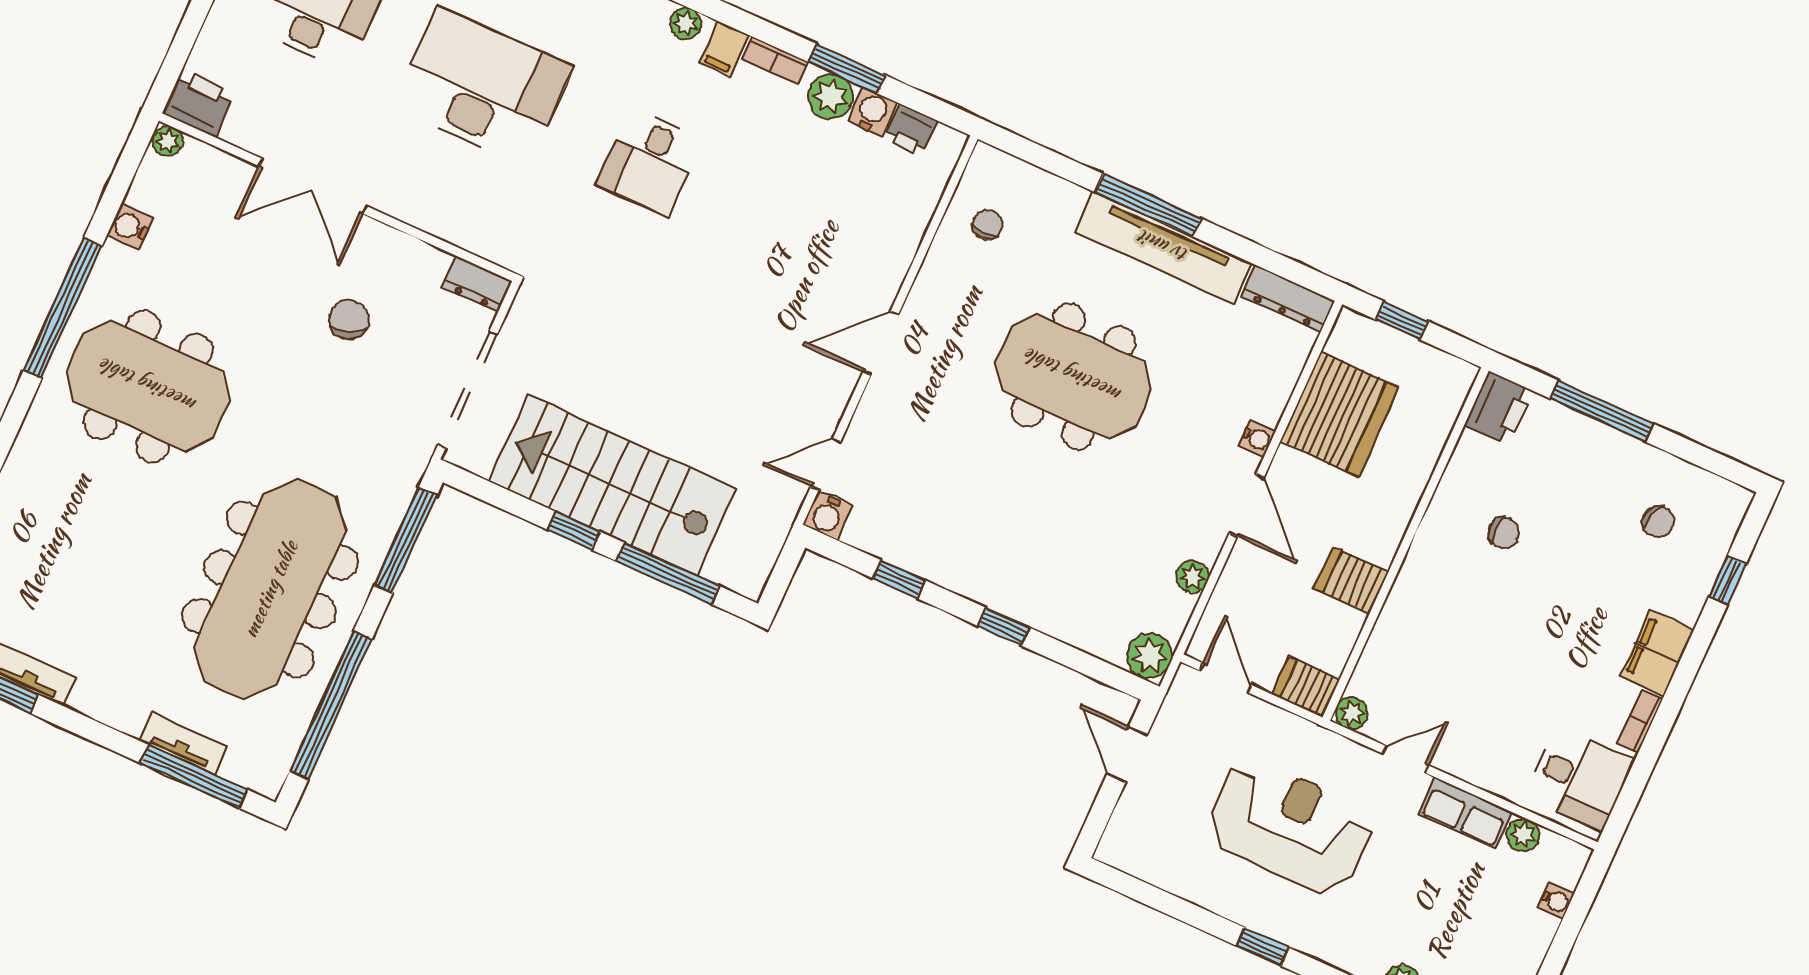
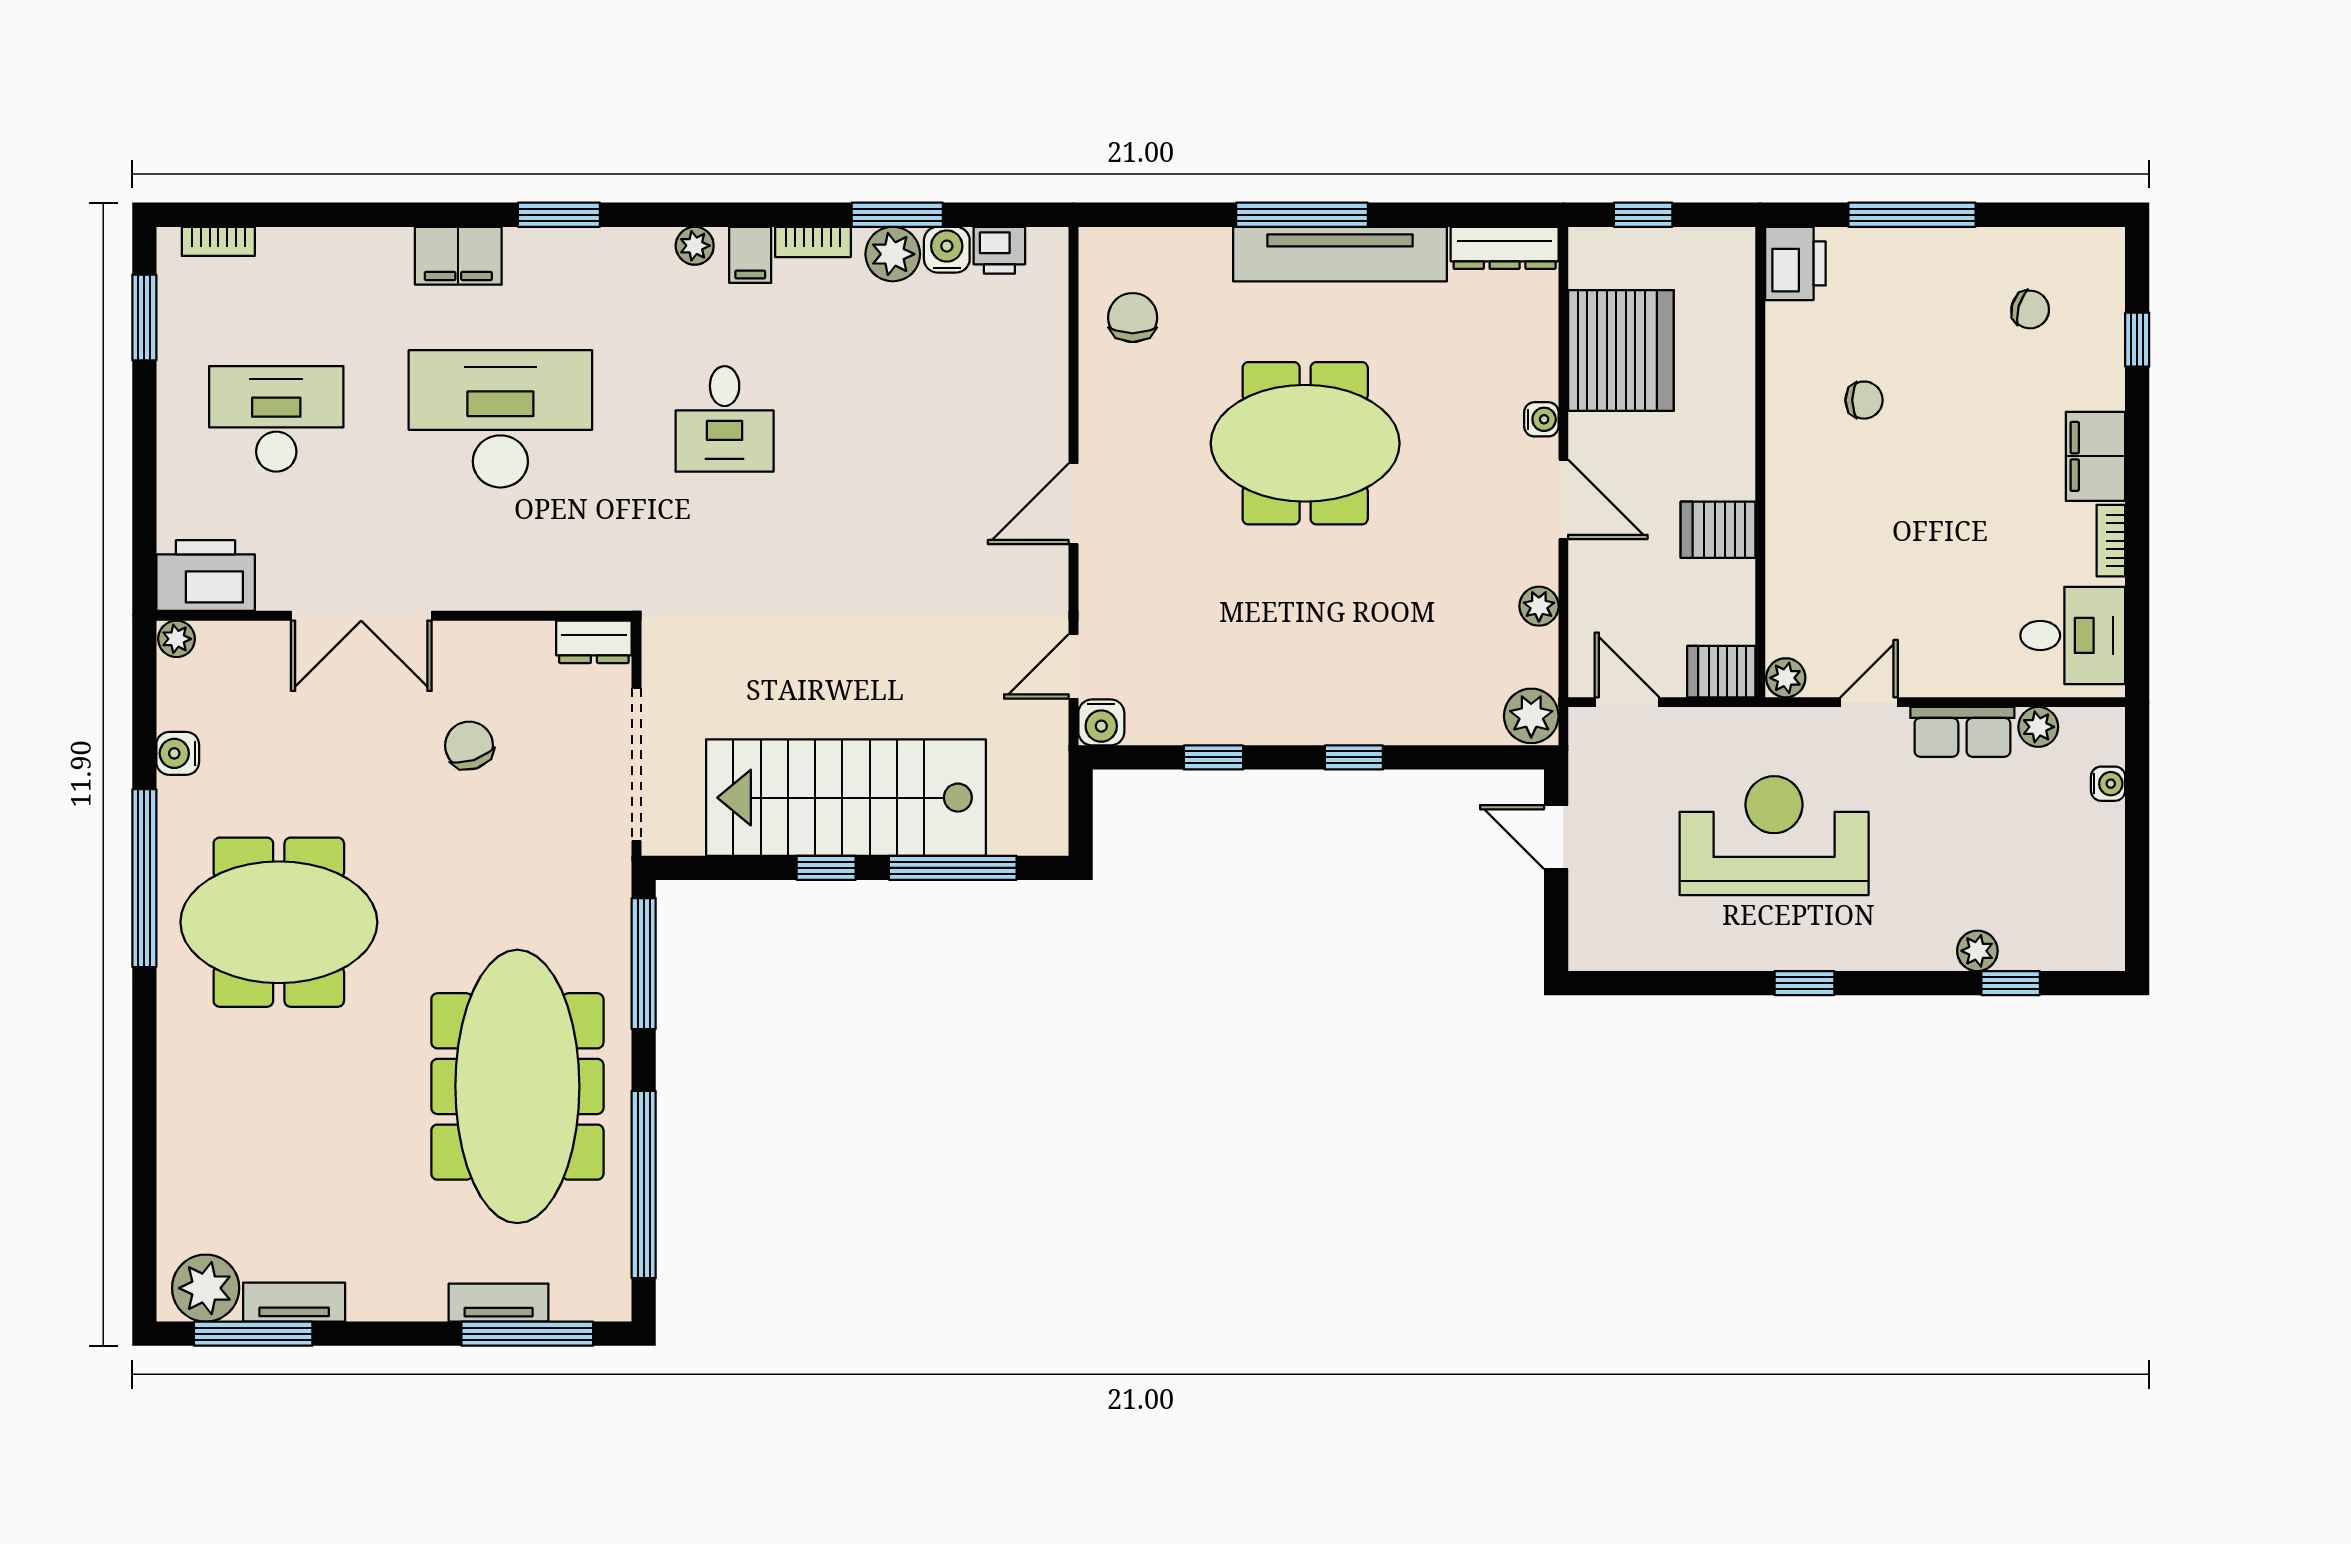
printer: (199, 103) -> (206, 576), width x1.37, depth x1.19
chair: (987, 225) -> (1133, 318), width x1.37, depth x1.37

